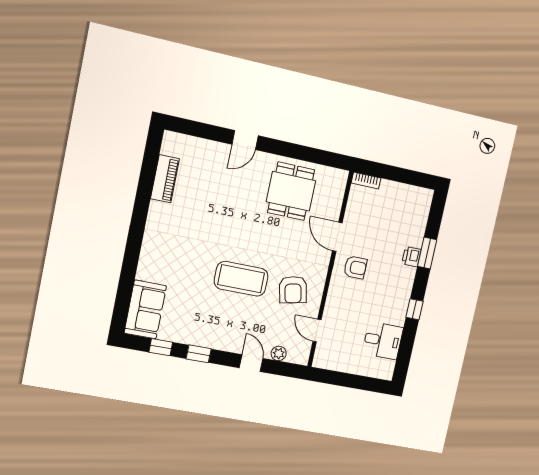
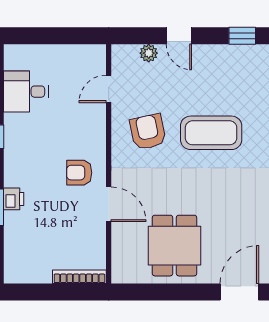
door: (245, 140) -> (239, 292), width x1.38
bookcase: (366, 181) -> (79, 277), width x1.56
door: (317, 331) -> (109, 89), swing flipped

